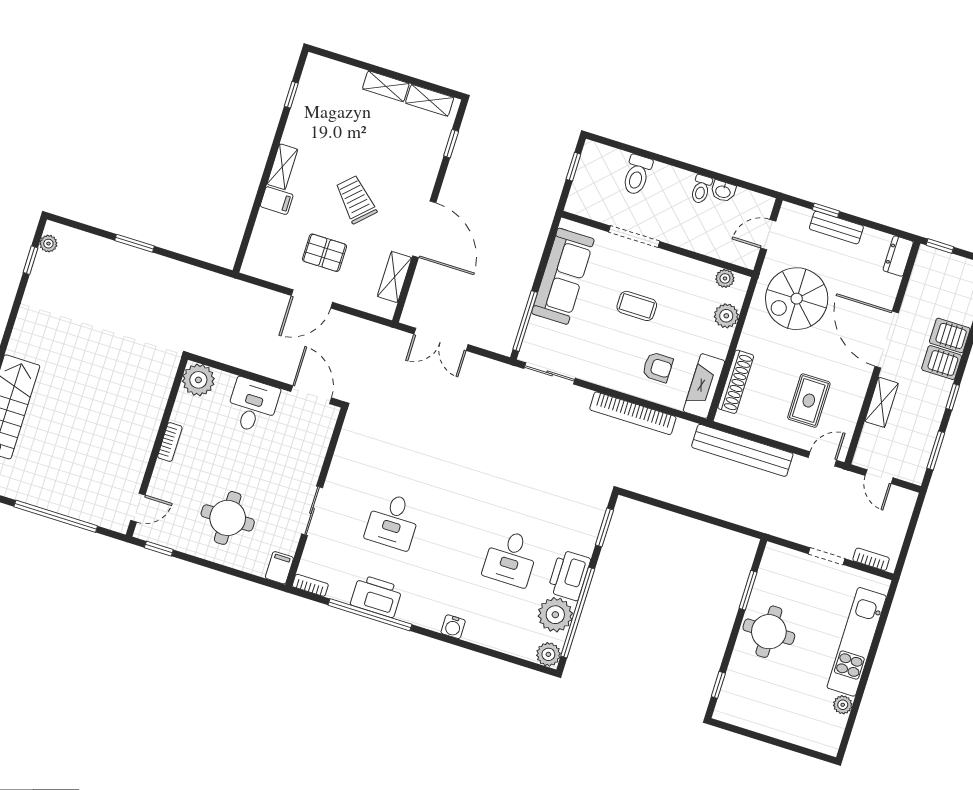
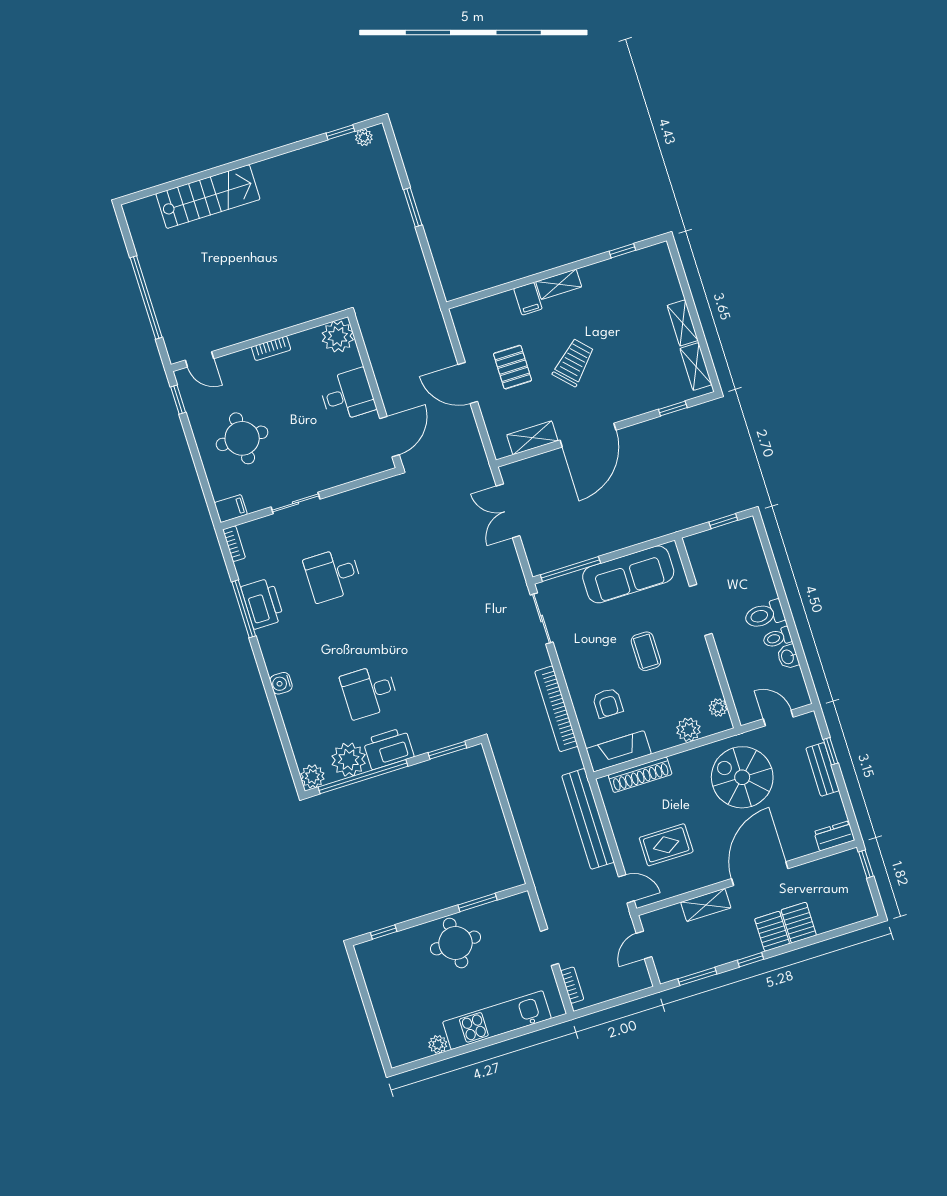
toilet: (637, 175) -> (764, 615), moved
window: (370, 615) -> (244, 609), width x0.68

